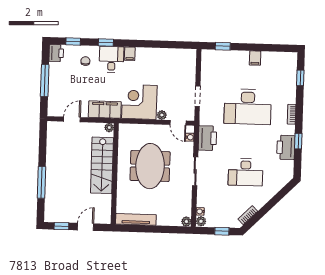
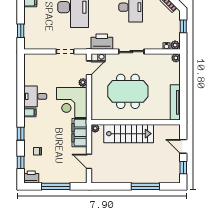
desk: (111, 59) -> (35, 96), moved

